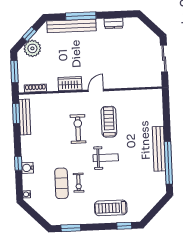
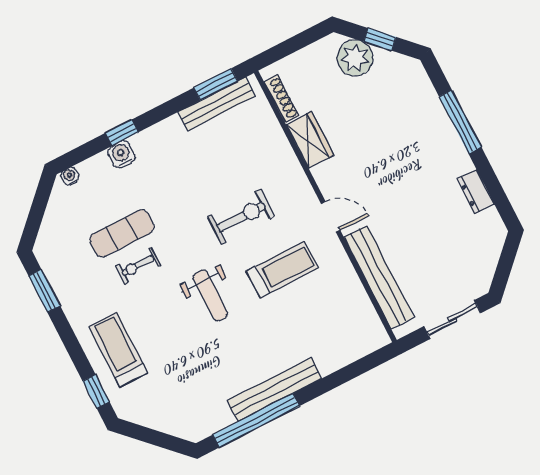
bench: (72, 26) -> (379, 277), moved
window: (14, 72) -> (295, 44), removed
wardrobe: (70, 84) -> (310, 140), moved

